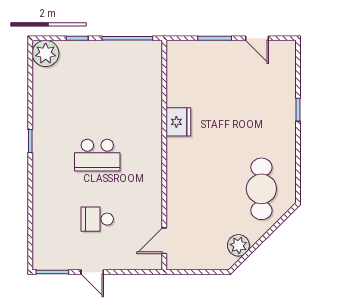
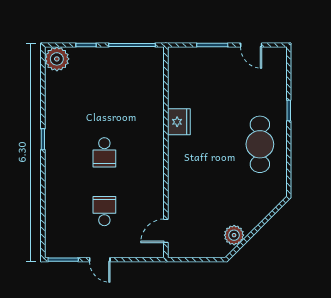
school desk: (97, 155) -> (104, 152), width x0.54
cafe table: (261, 189) -> (260, 144), moved
school desk: (97, 219) -> (104, 211), turned 90

